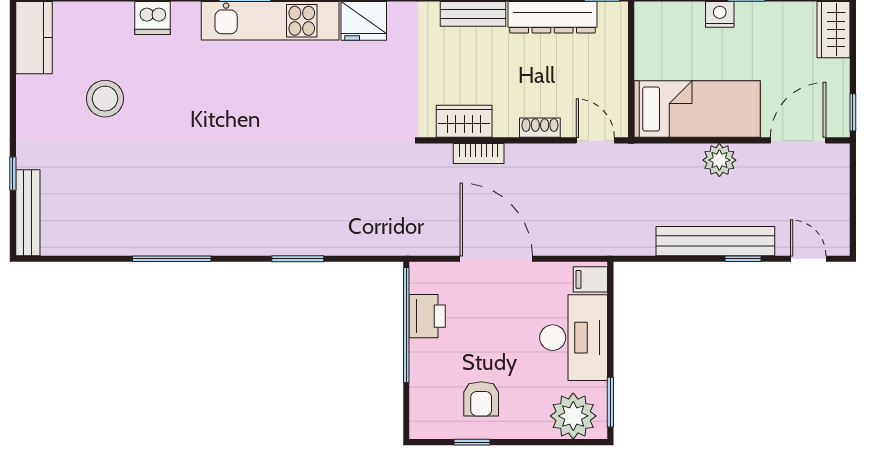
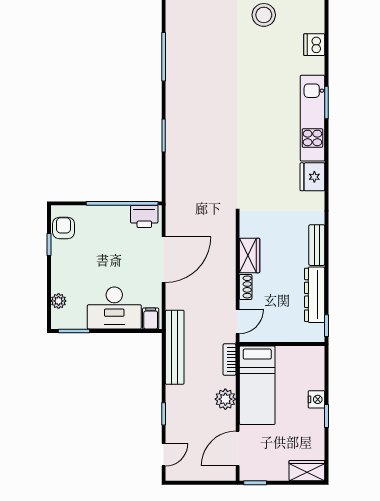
wardrobe: (464, 121) -> (250, 255), moved
door: (798, 140) -> (238, 448), swing flipped
bookcase: (479, 153) -> (229, 360), moved
bench: (715, 241) -> (175, 347), moved
printer: (427, 316) -> (144, 216), moved
armchair: (481, 399) -> (63, 228), moved, turned 90
plant: (573, 416) -> (59, 301), width x0.53, depth x0.53

